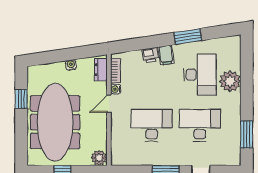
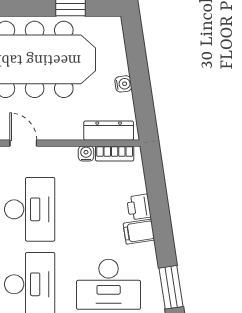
window: (188, 36) -> (171, 287), moved
dresser: (101, 70) -> (109, 131), width x1.44
door: (109, 104) -> (23, 143), moved

